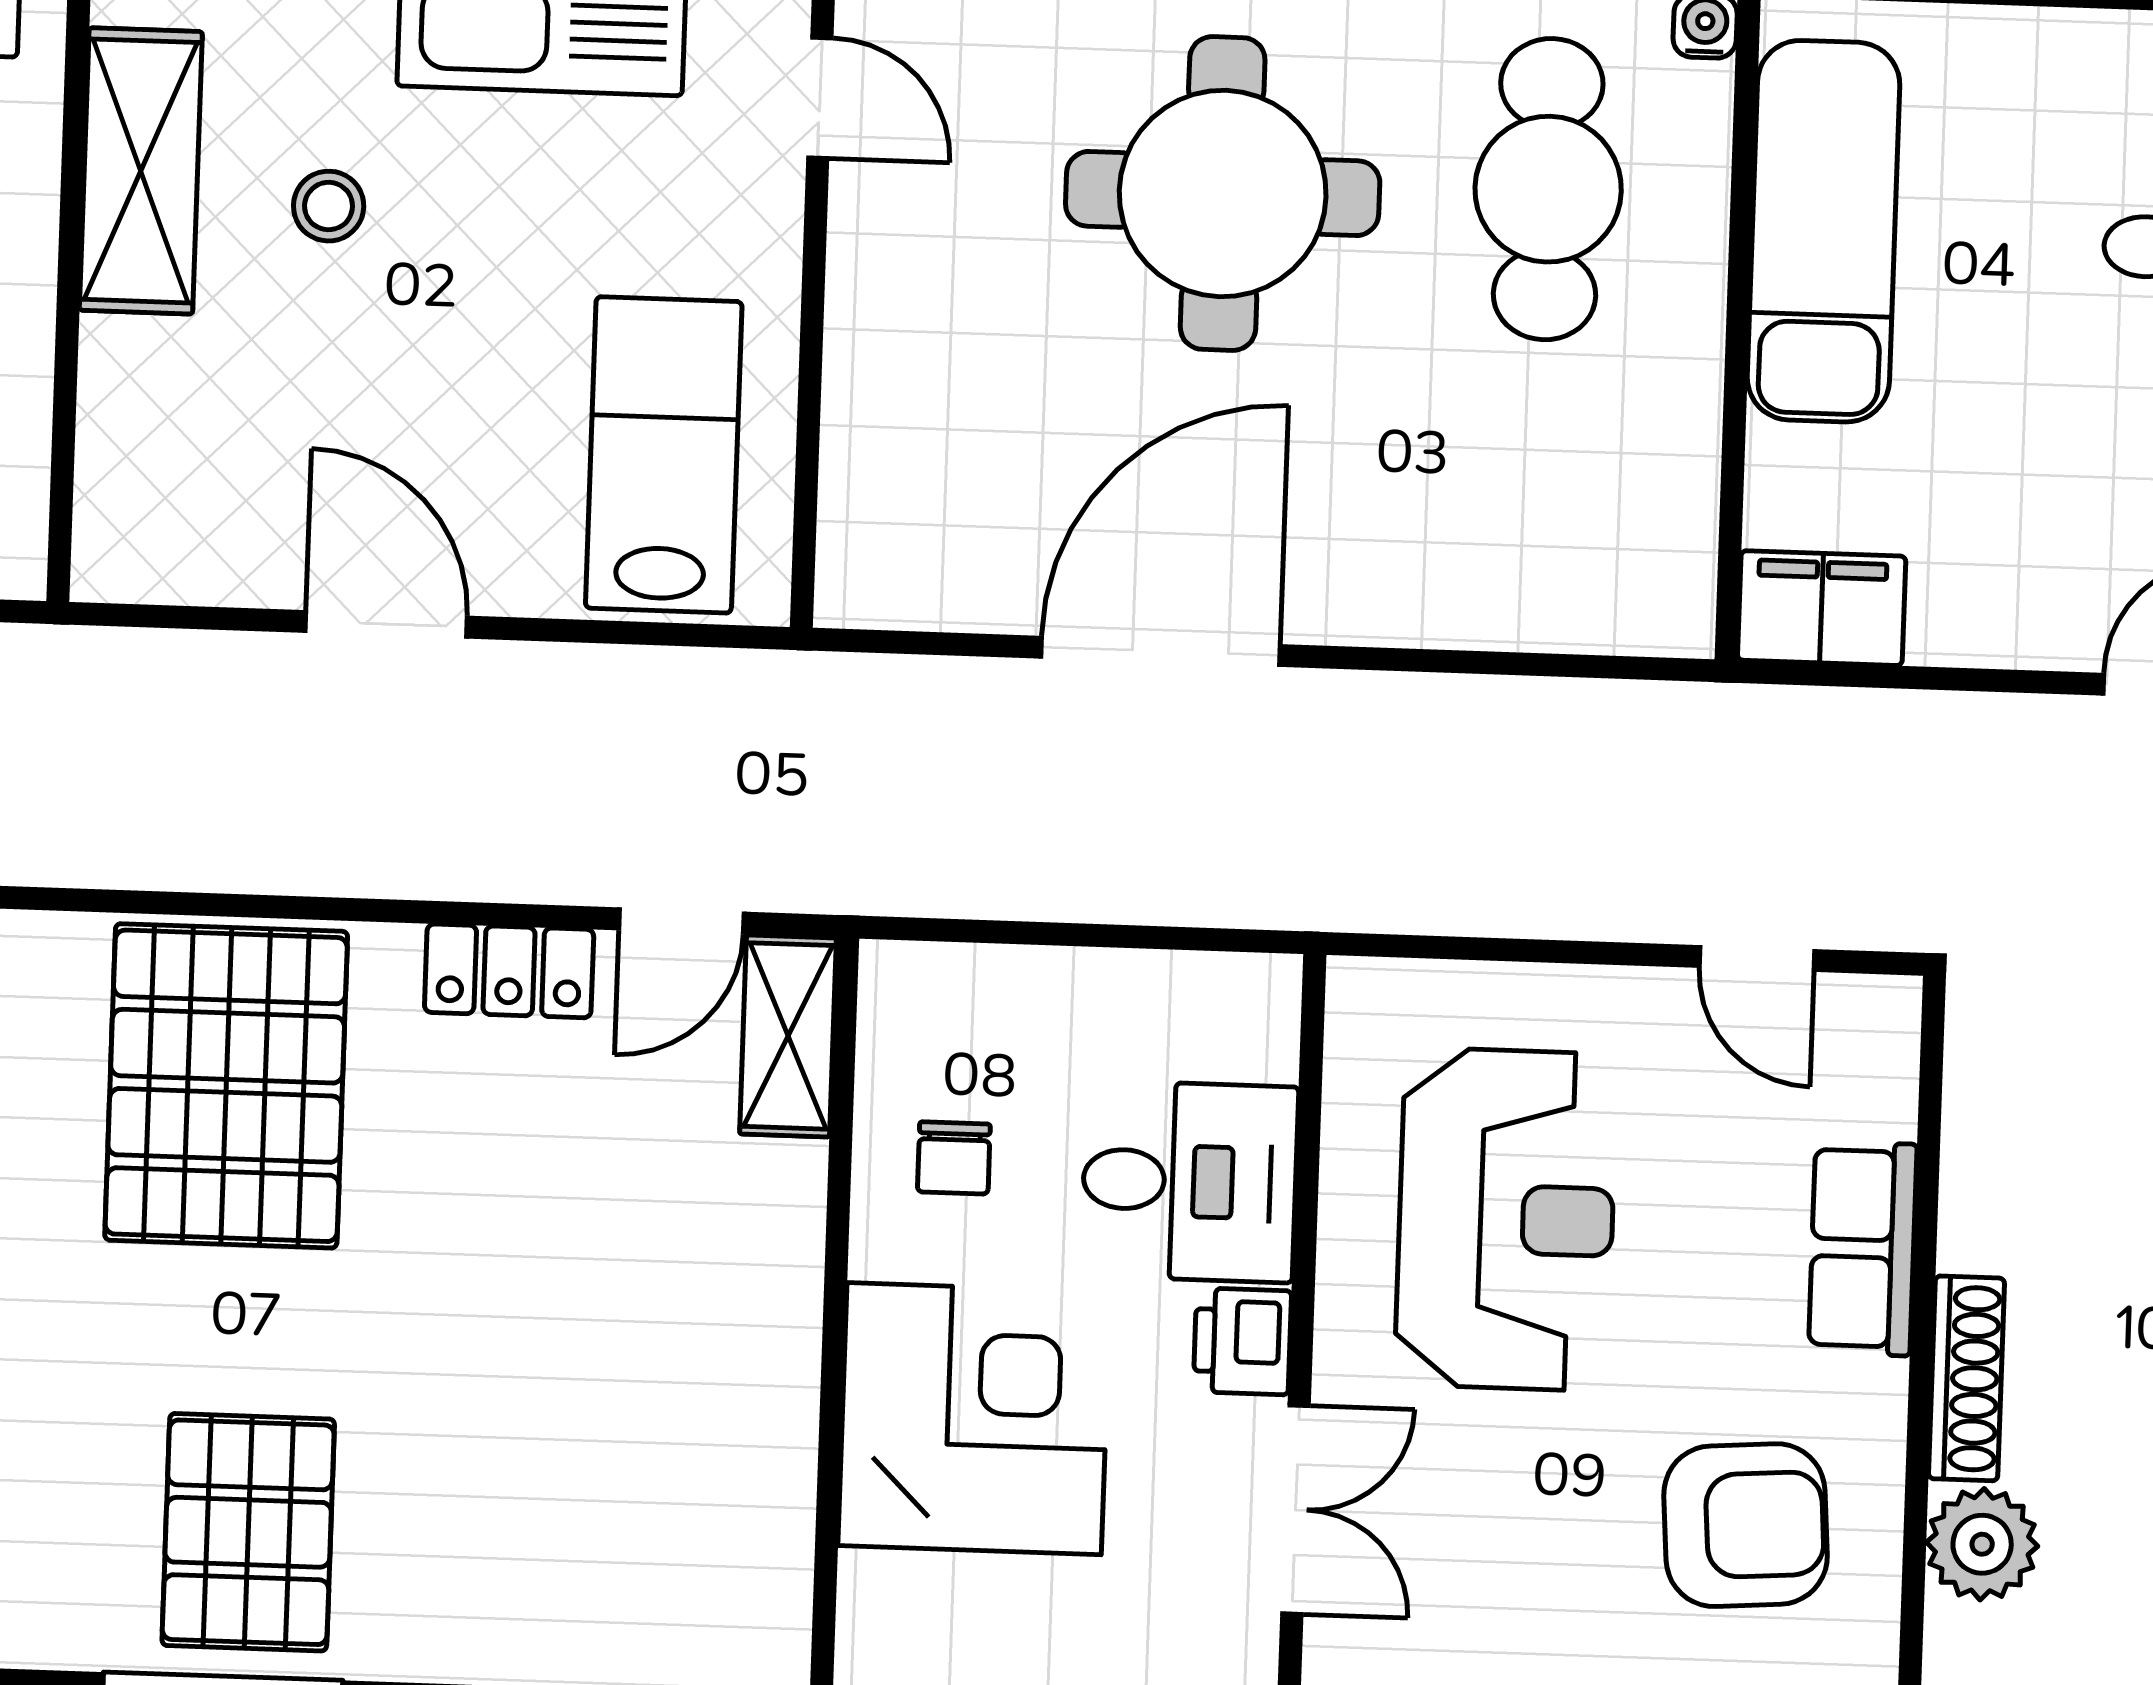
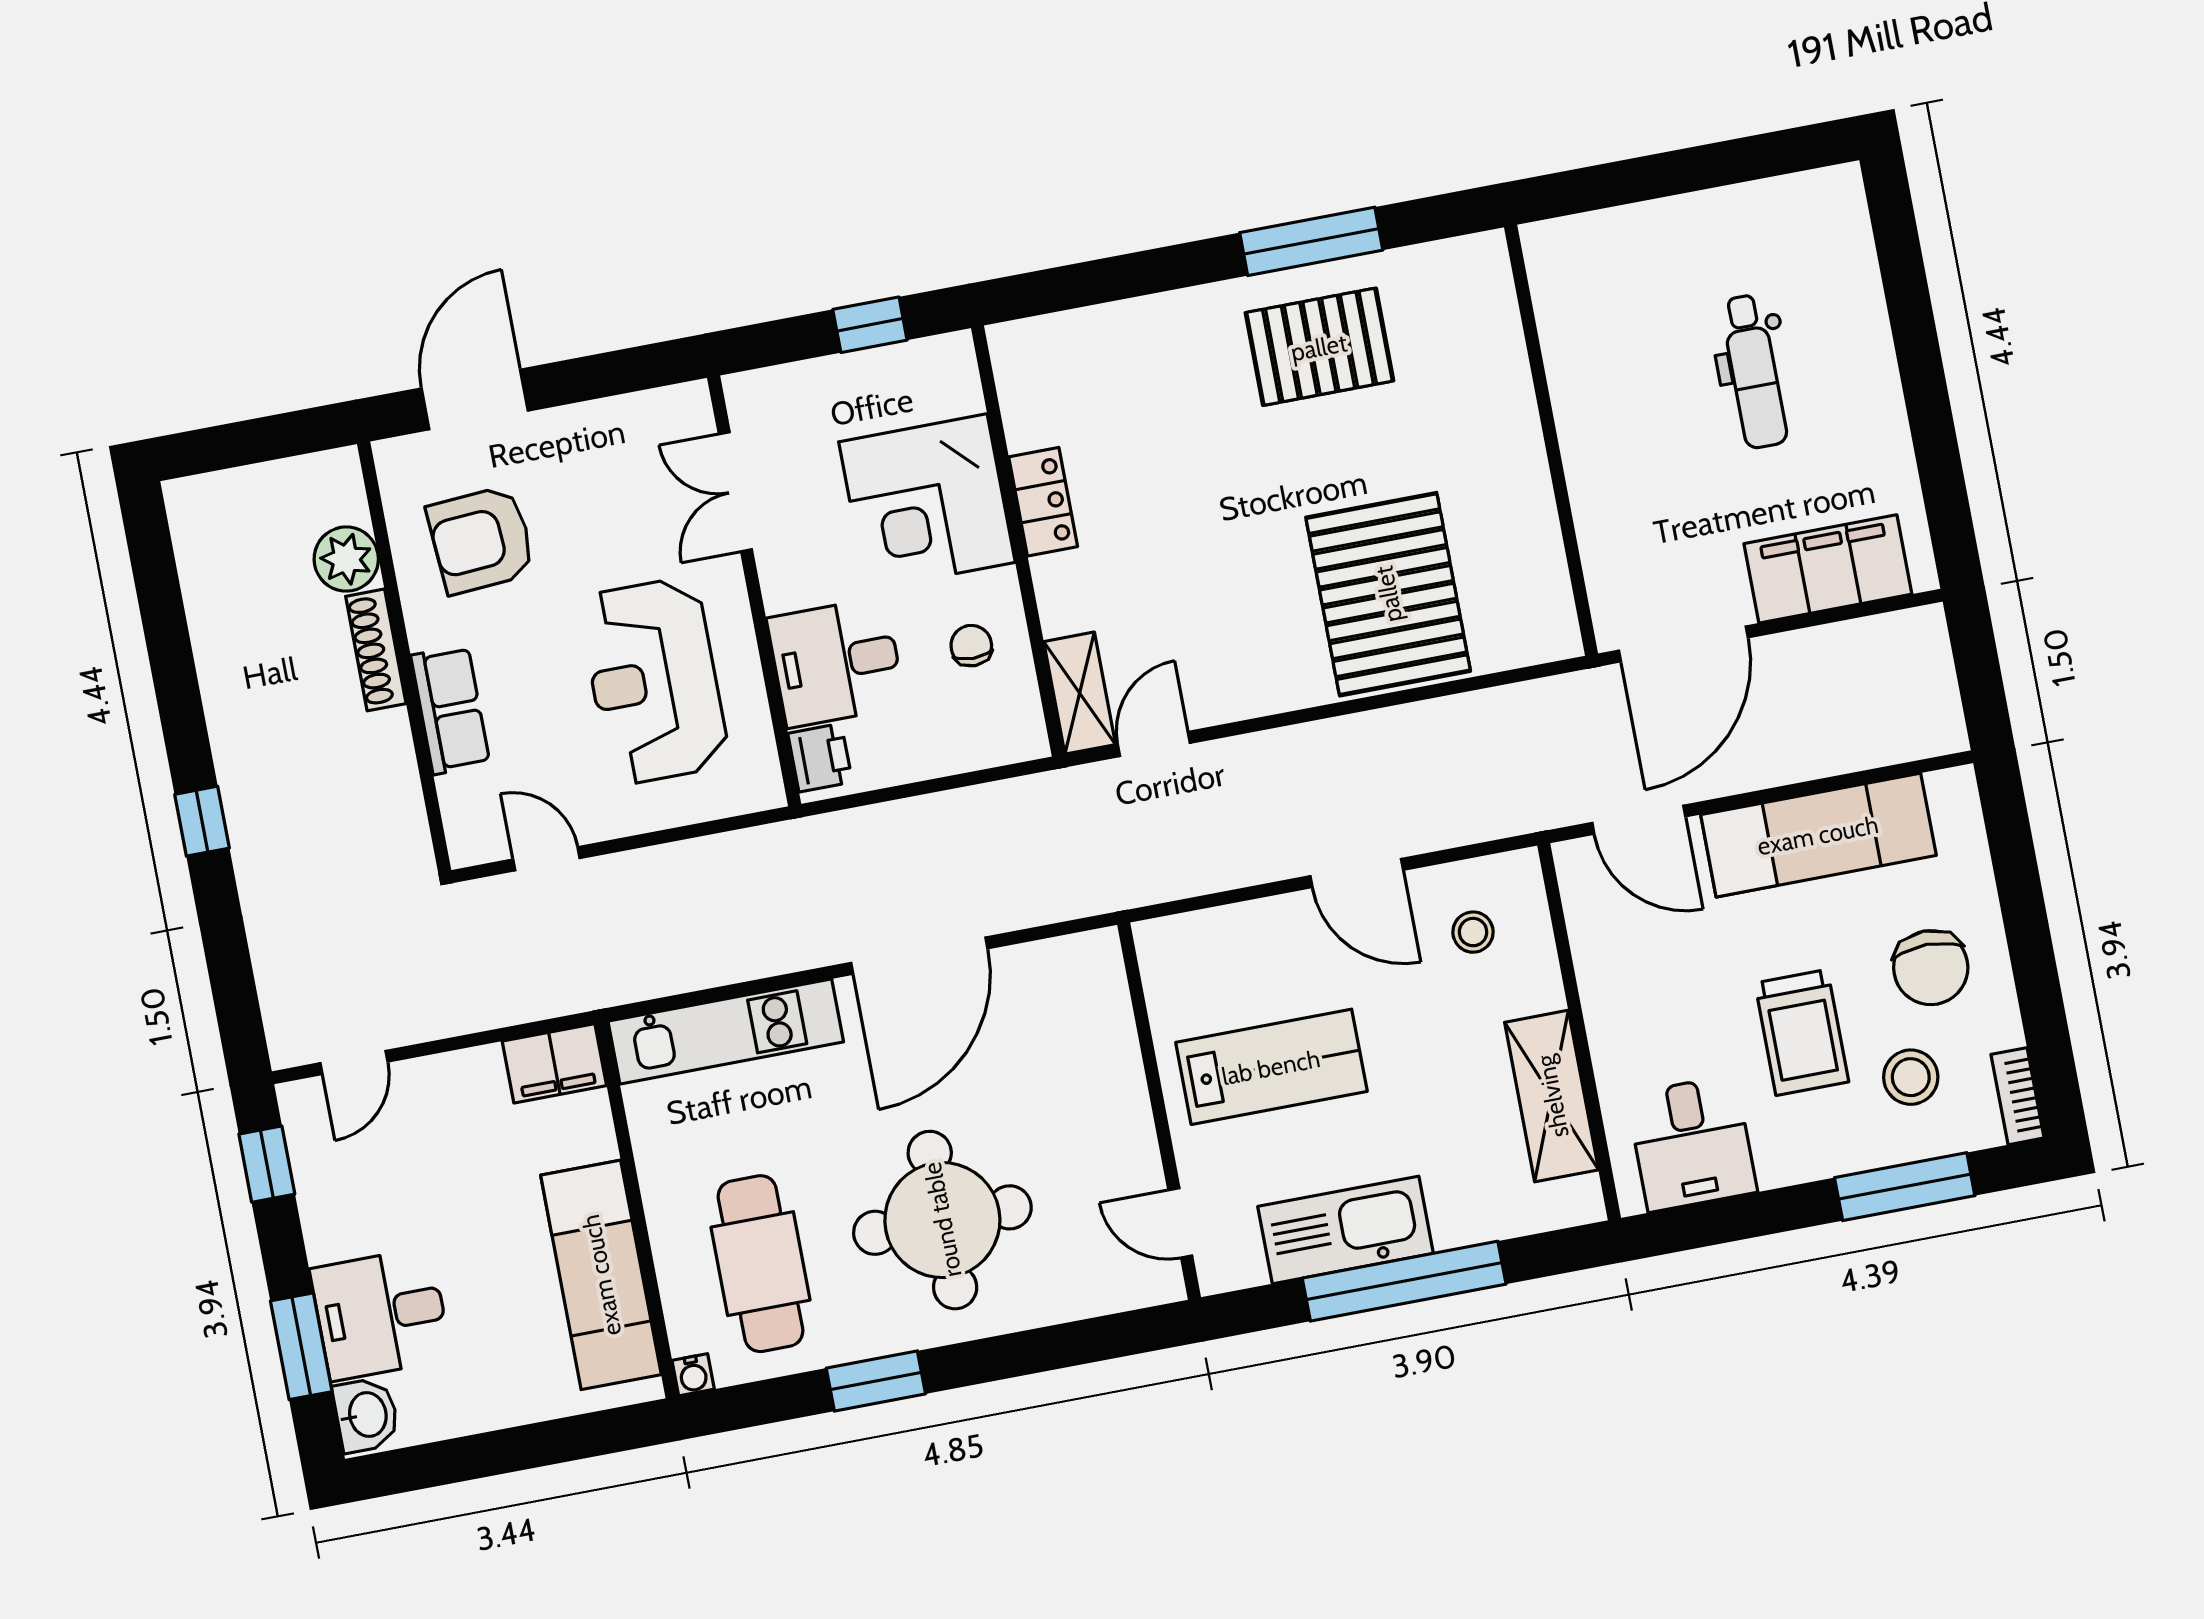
stool: (329, 206) -> (1473, 932), moved
lab bench: (664, 455) -> (1271, 1067), moved, turned -90
kitchen unit: (1518, 597) -> (726, 1032), added
locker: (509, 971) -> (1043, 502), moved, turned 90
printer: (1242, 1341) -> (820, 758), moved
pallet: (248, 1532) -> (1319, 347), turned 90

